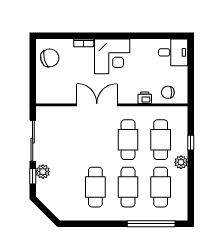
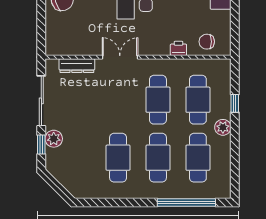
double door: (97, 105) -> (120, 57), width x0.73
dresser: (62, 112) -> (77, 66), added

